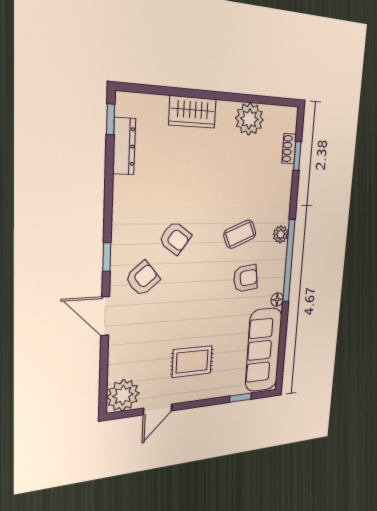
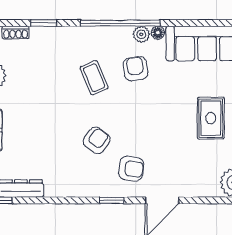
window: (297, 156) -> (44, 23), moved
plant: (281, 234) -> (141, 34), moved
armchair: (143, 279) -> (131, 169), turned 138

